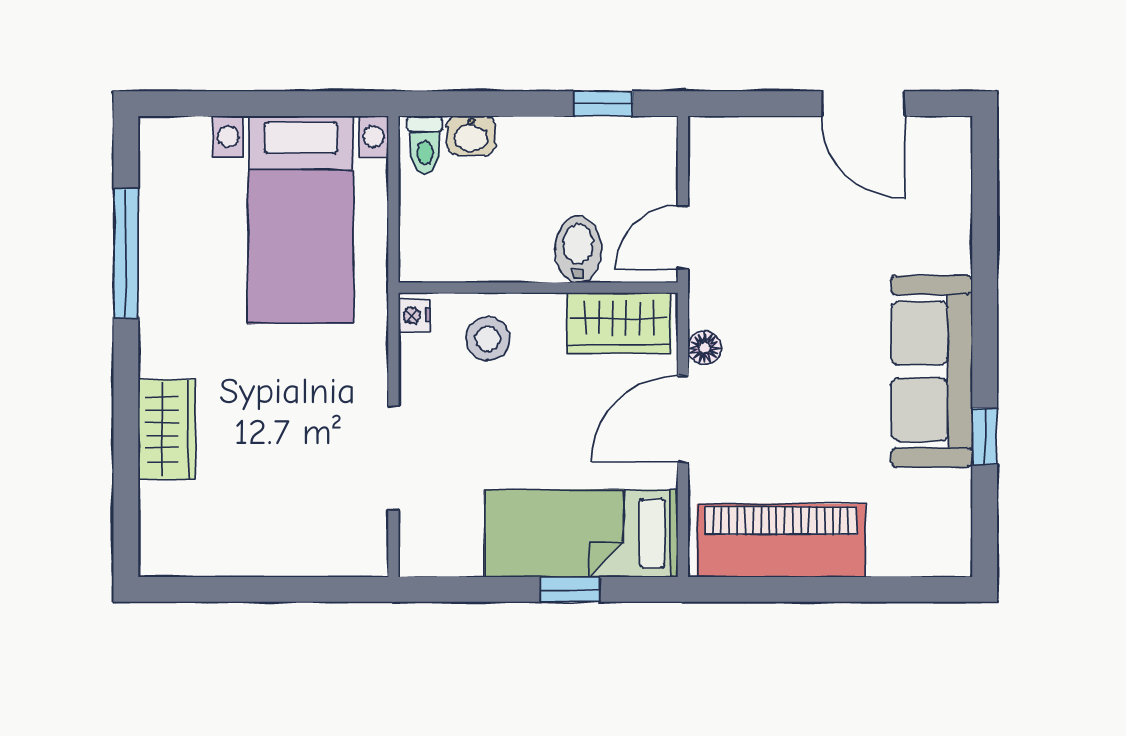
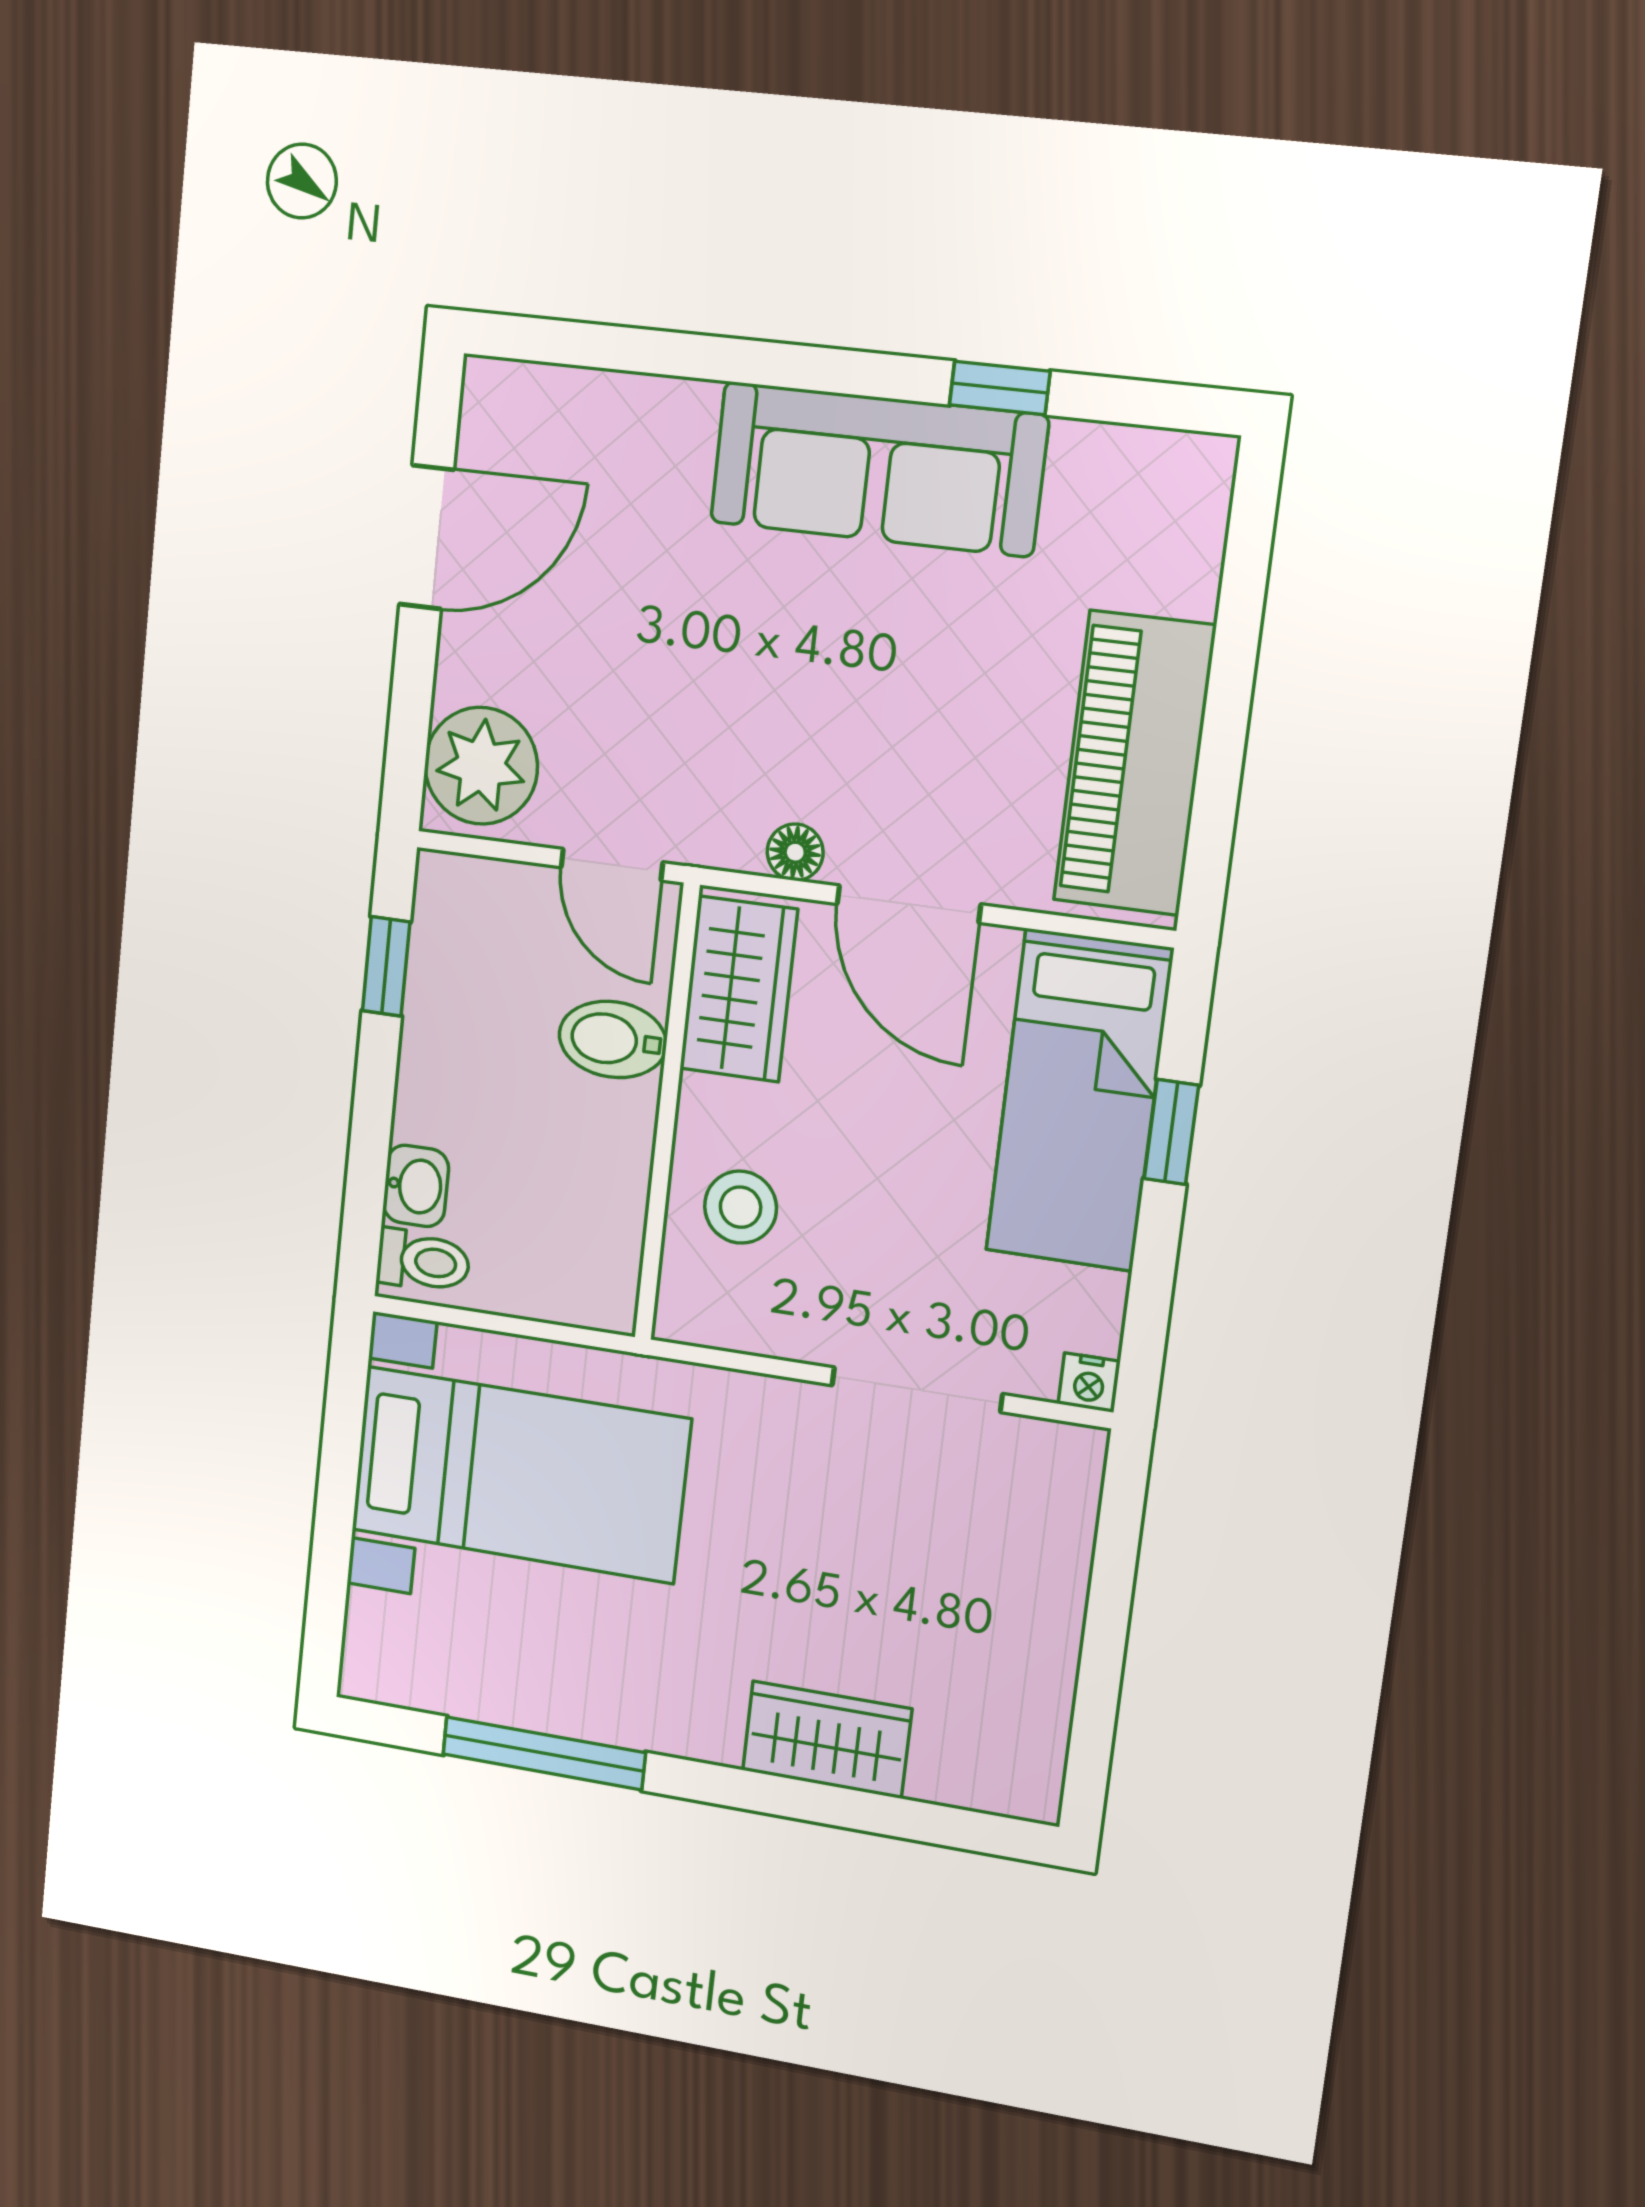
plant: (732, 151) -> (481, 766), added
nightstand: (414, 315) -> (1089, 1383), moved

